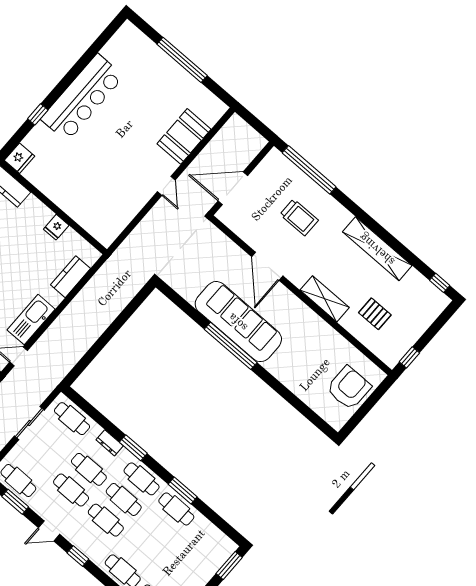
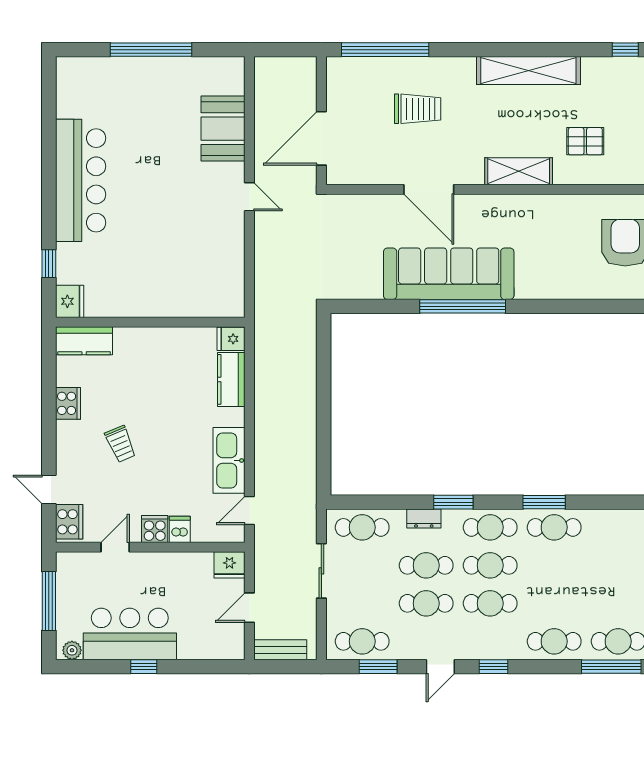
window: (38, 114) -> (49, 264), moved
fridge: (56, 227) -> (231, 339), moved, turned 90

